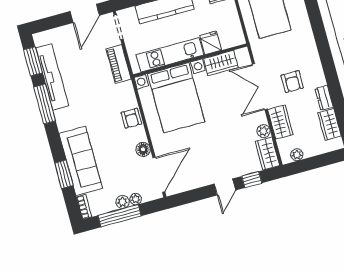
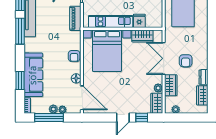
door: (159, 175) -> (82, 98), hinge flipped

